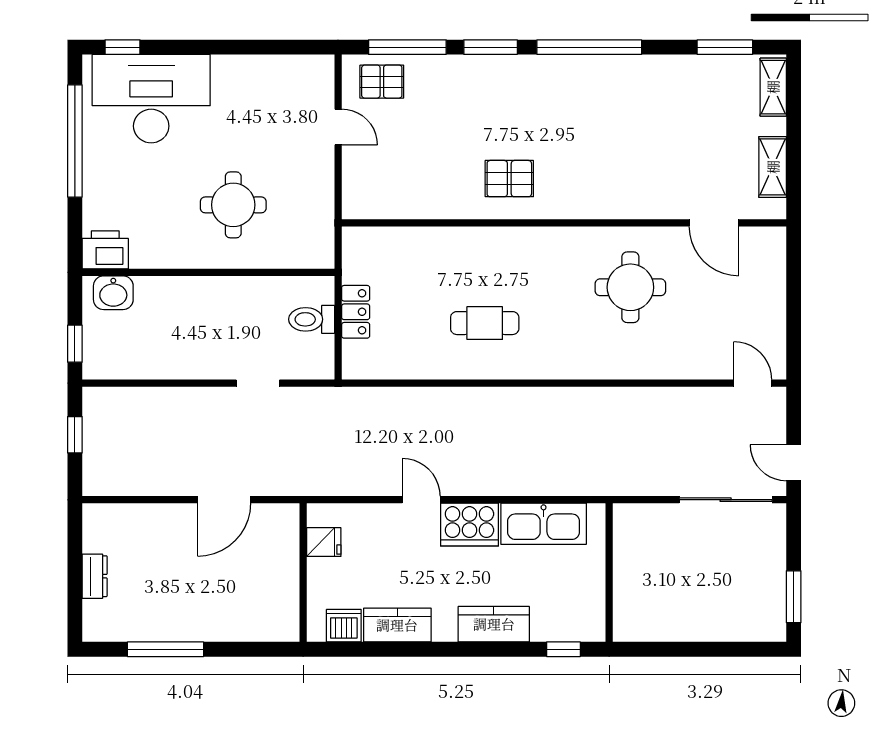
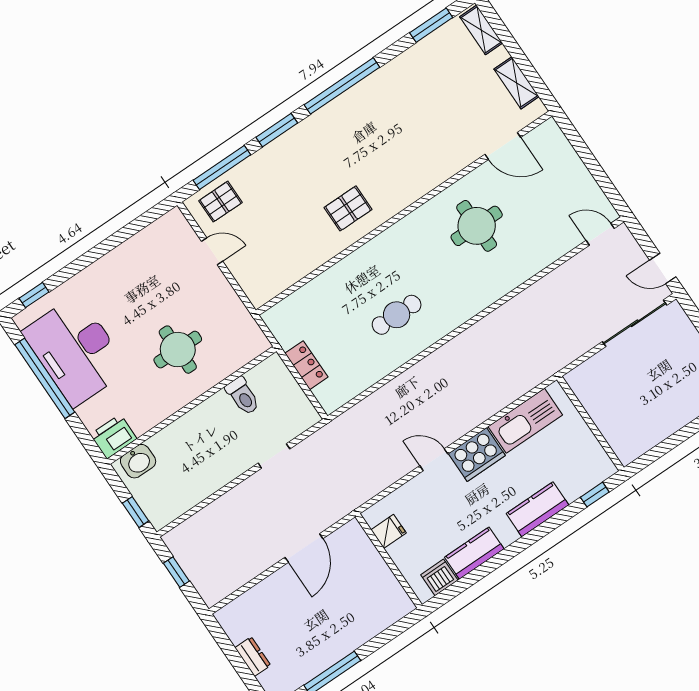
desk: (151, 99) -> (75, 351), moved, turned -90
toilet: (312, 319) -> (243, 396), moved, turned -90

